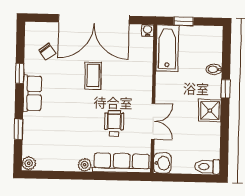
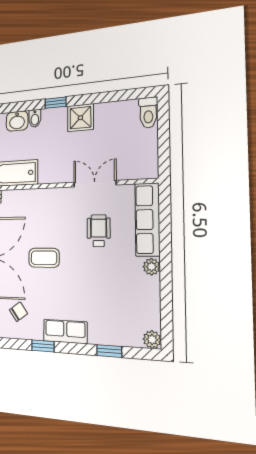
wheelchair: (114, 123) -> (99, 231), turned 90
washbasin: (162, 163) -> (17, 121), moved, turned 180

